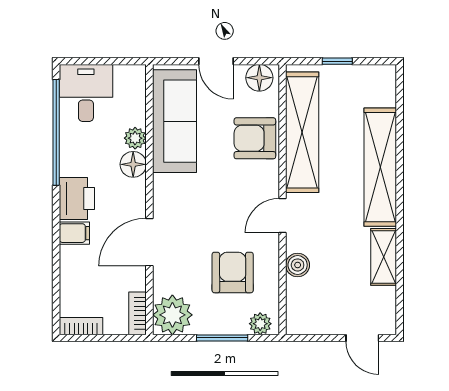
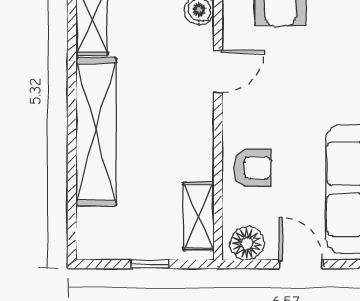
shelving: (302, 132) -> (199, 216), width x0.45, depth x0.75
armchair: (255, 138) -> (252, 168), width x0.72, depth x0.72

